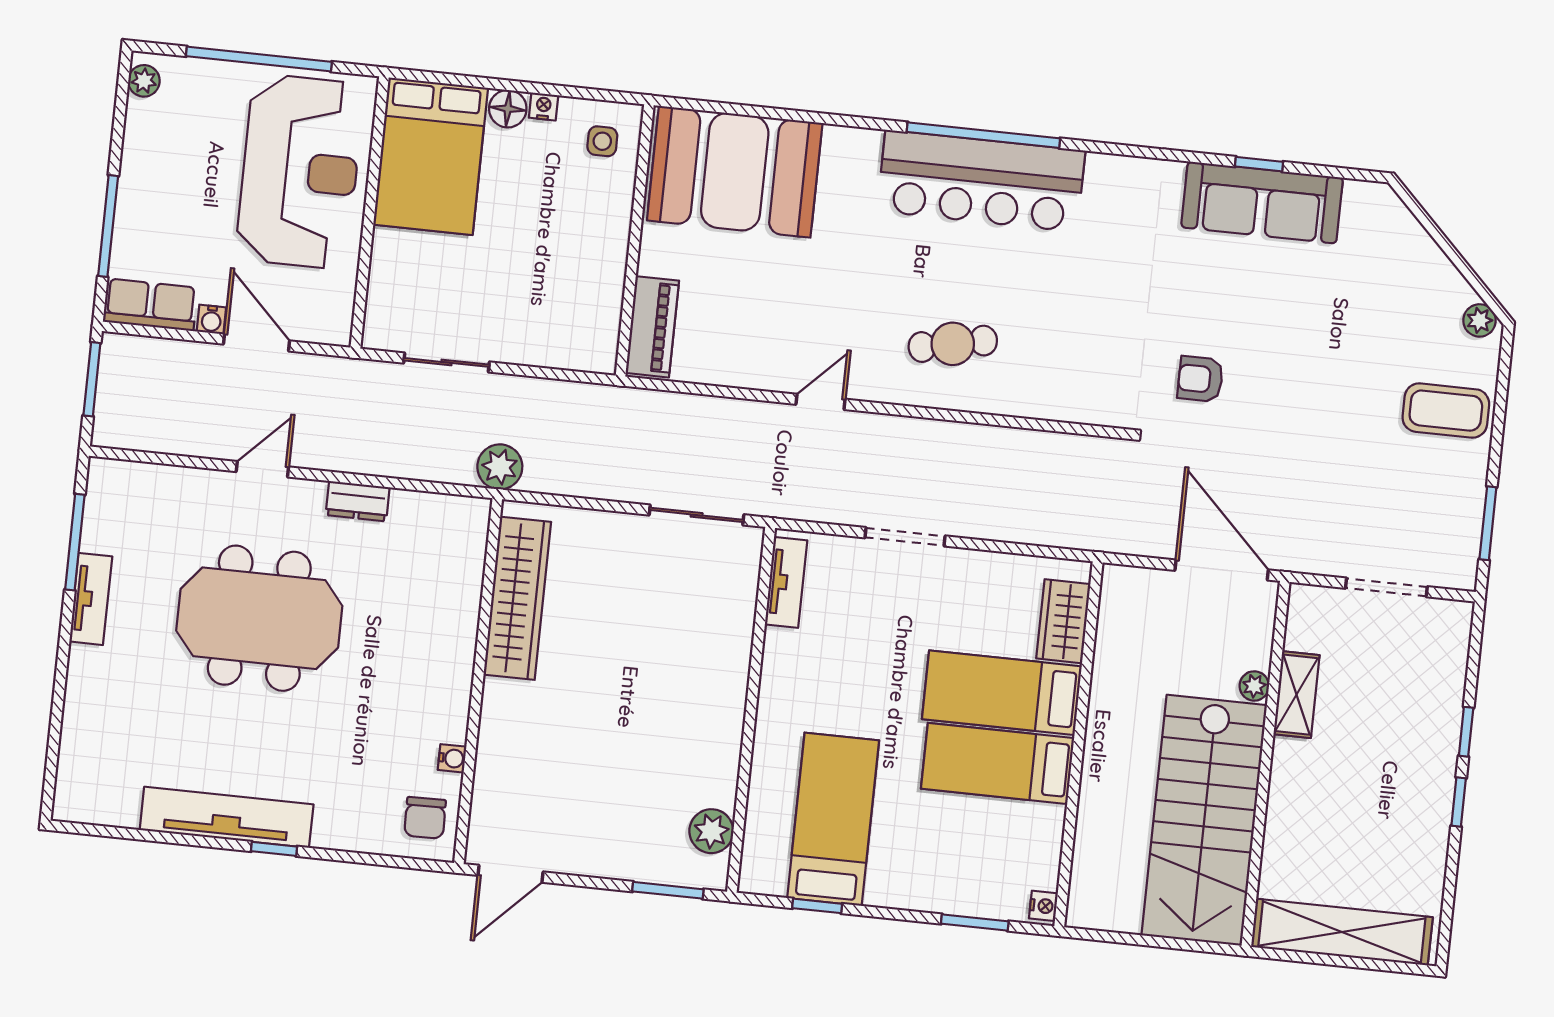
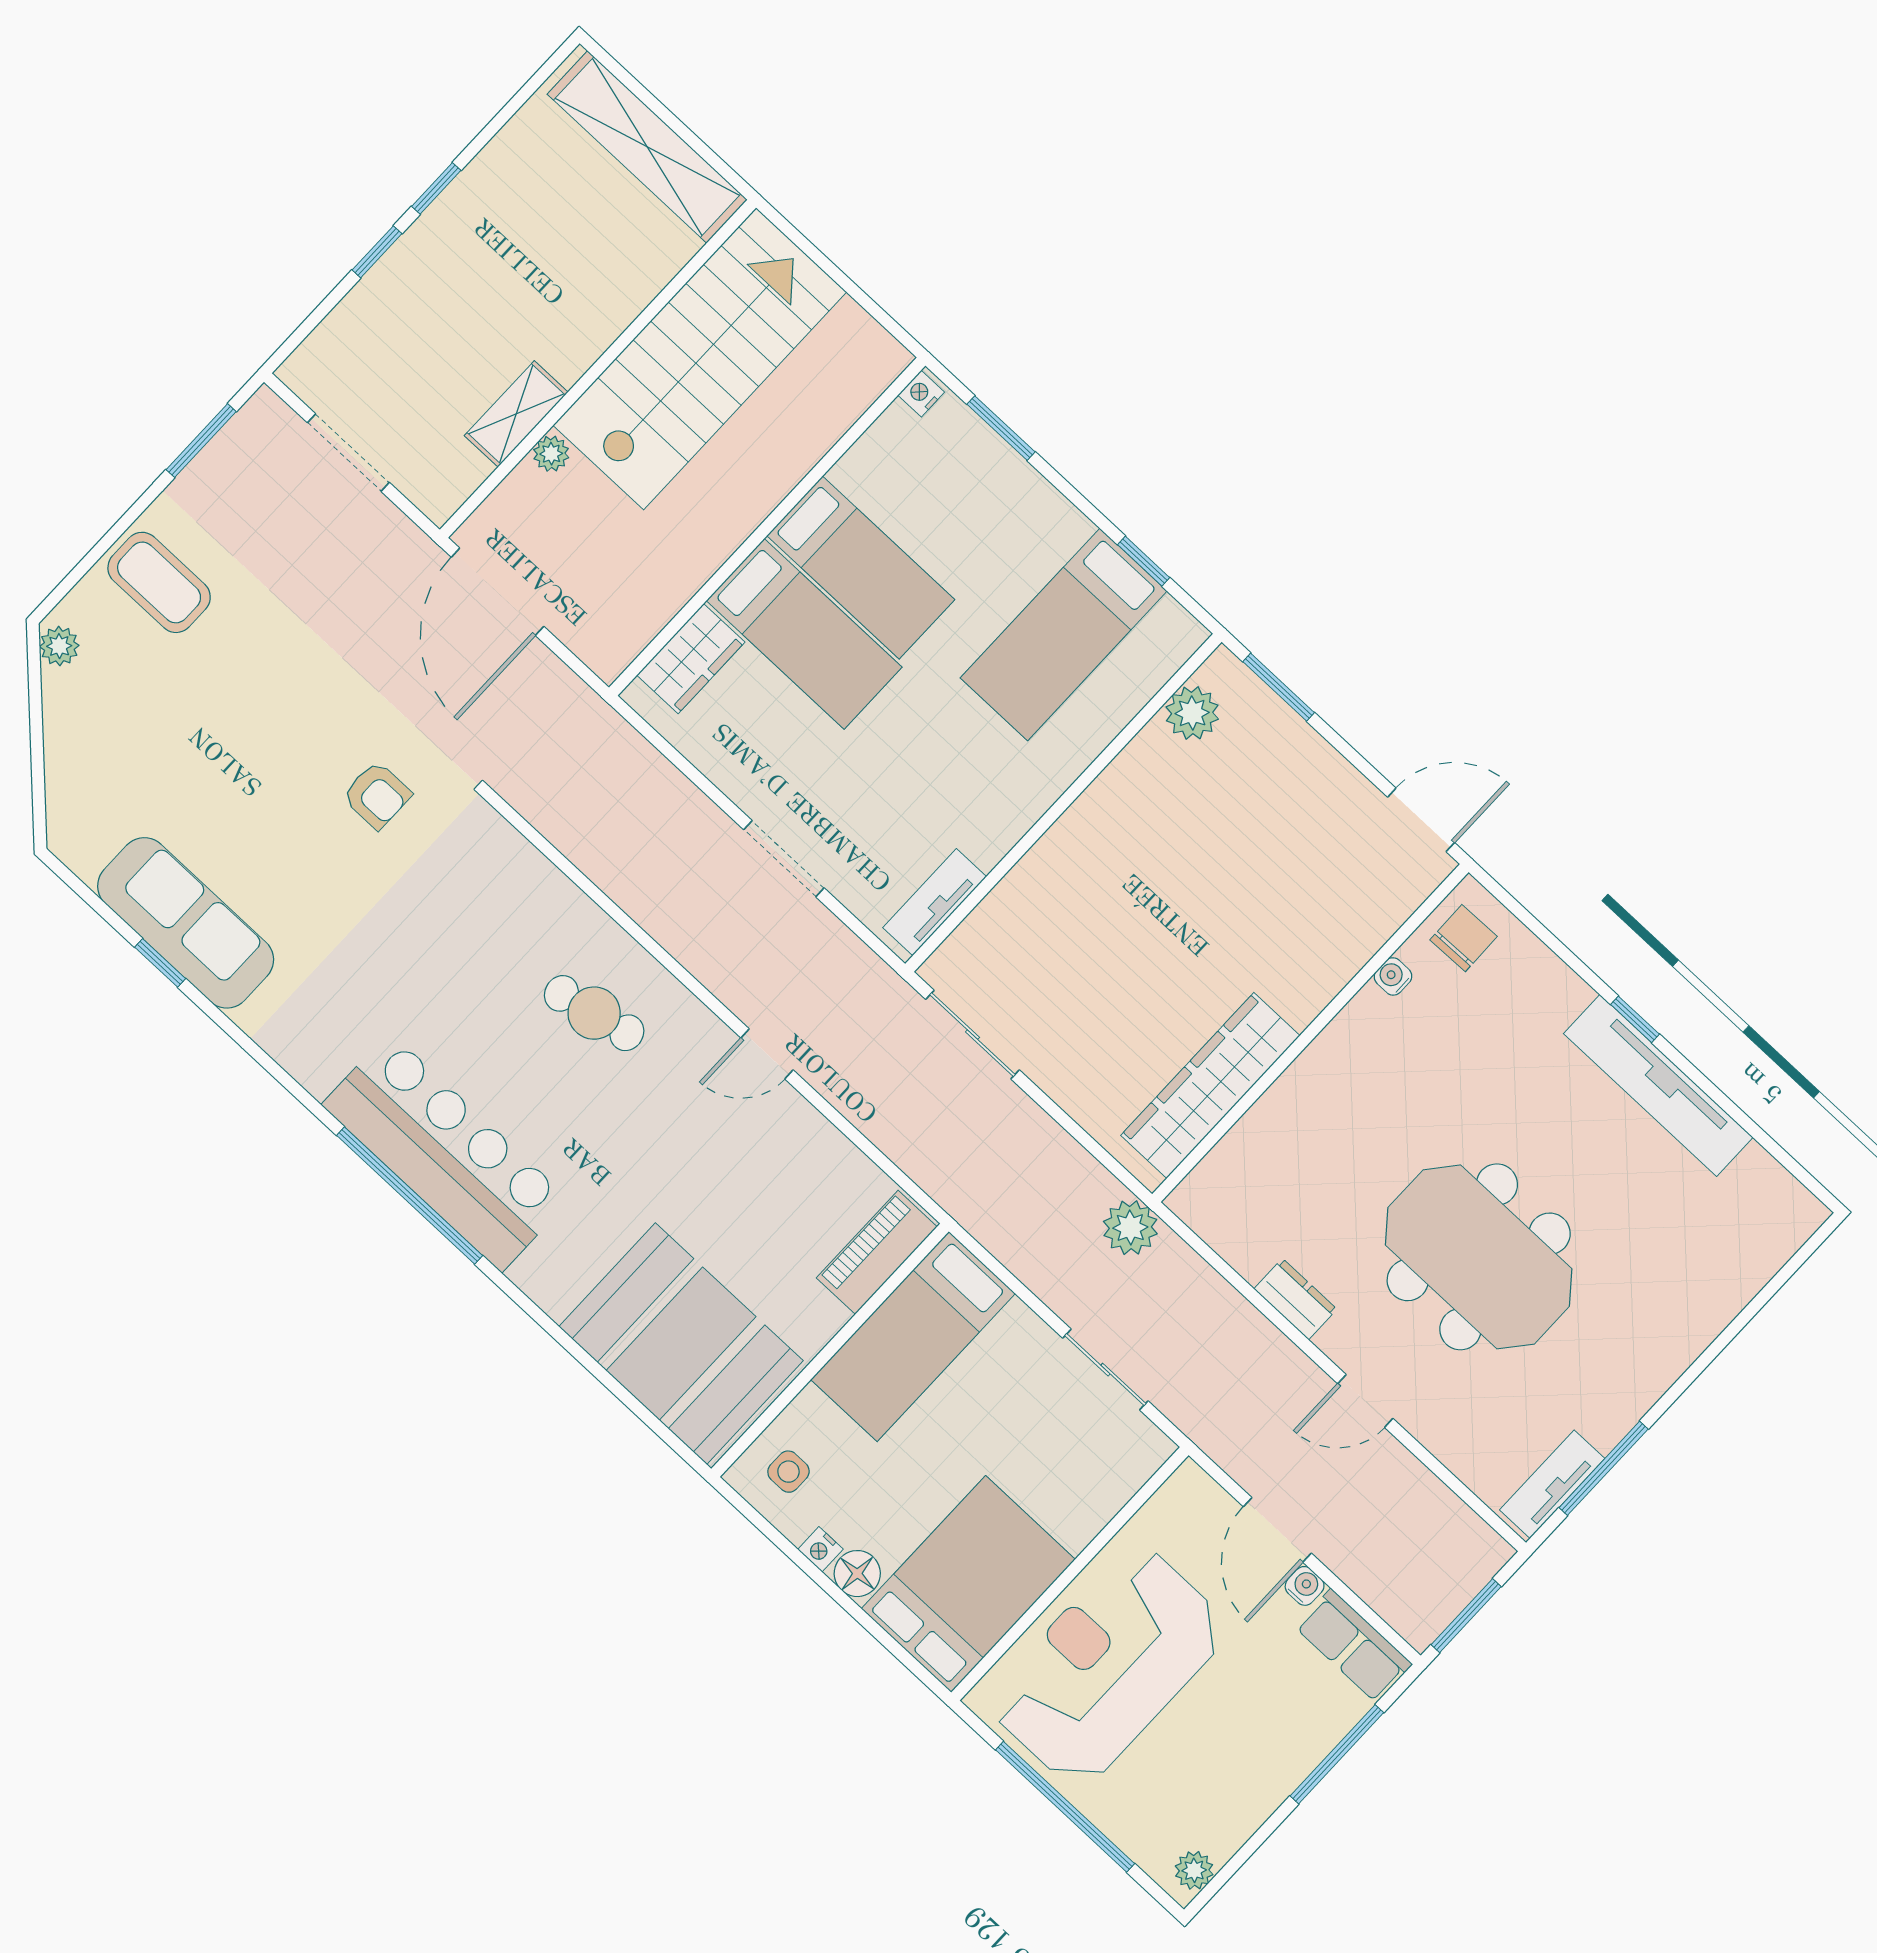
bed: (588, 290) -> (913, 1337), added
tv unit: (91, 599) -> (1552, 1484), moved

